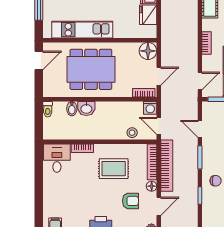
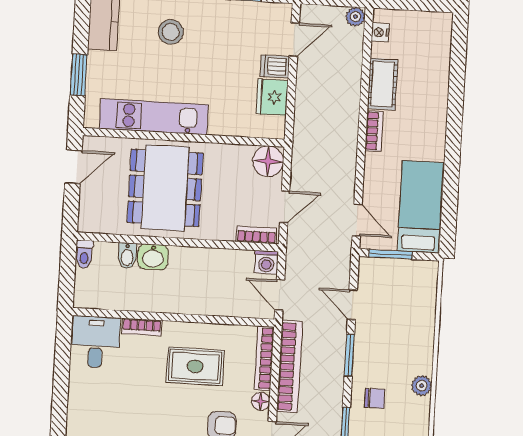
bookcase: (206, 43) -> (374, 131), moved
dining table: (91, 69) -> (165, 188), turned 90
door: (200, 81) -> (357, 220), hinge flipped
stool: (132, 133) -> (232, 304), removed

